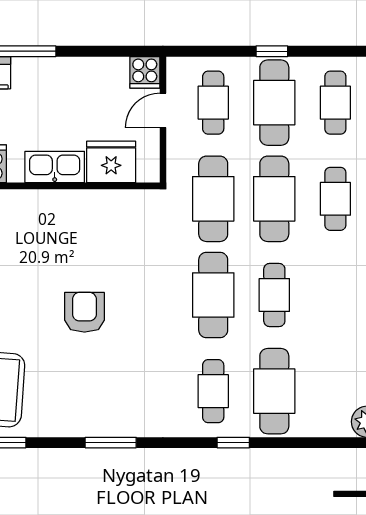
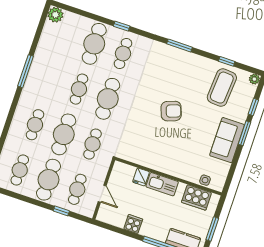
window: (272, 51) -> (61, 211), moved
cooker: (145, 72) -> (133, 224), moved
door: (163, 110) -> (102, 194), hinge flipped
fridge: (111, 162) -> (141, 177), width x0.53, depth x0.75
cafe table: (213, 199) -> (93, 144), width x0.73, depth x0.74
armchair: (84, 312) -> (171, 111), turned -110

